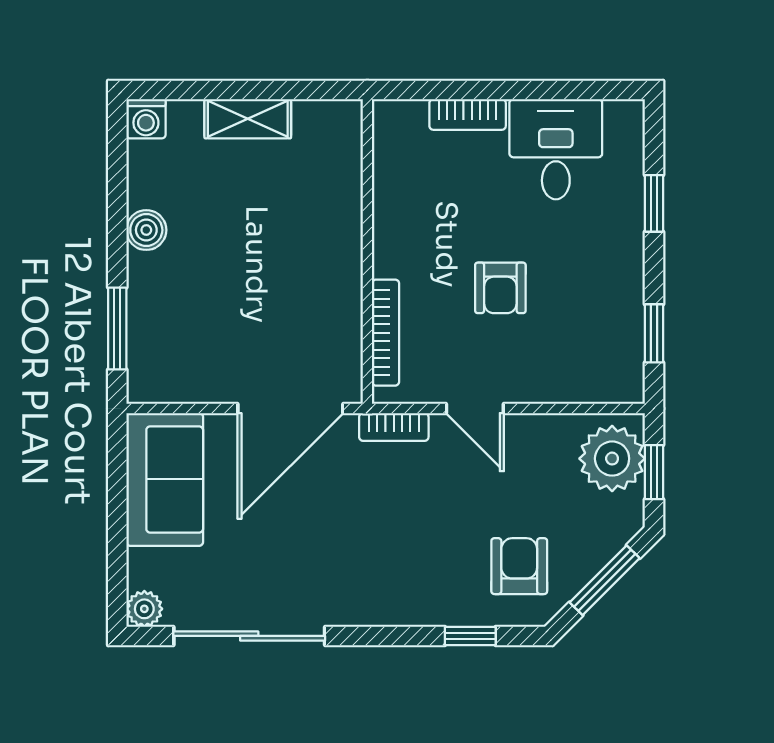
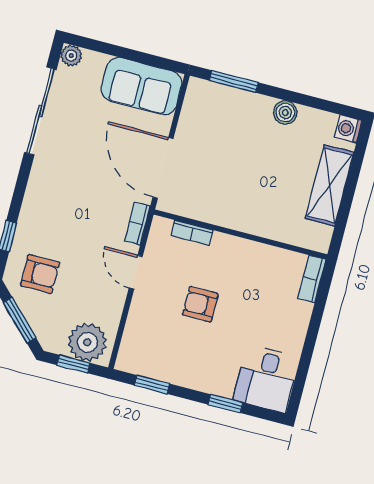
bookcase: (468, 114) -> (312, 279), moved
shelving: (248, 119) -> (330, 185), width x1.50, depth x1.33
desk: (556, 149) -> (266, 379), moved, turned 90
bookcase: (386, 333) -> (192, 233), width x0.64
door: (475, 409) -> (136, 272), hinge flipped

